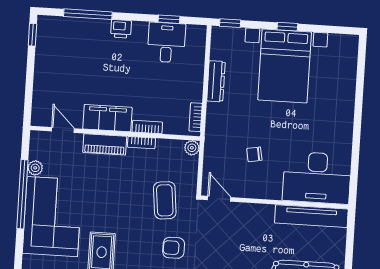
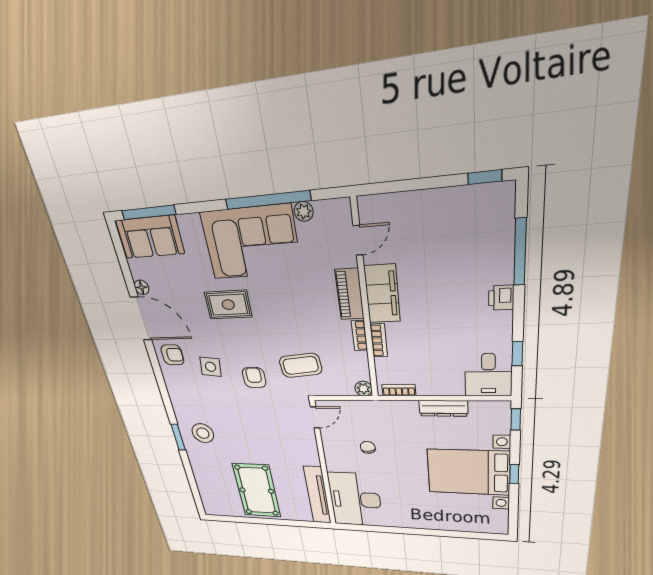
desk: (166, 42) -> (488, 375), moved, turned 90

